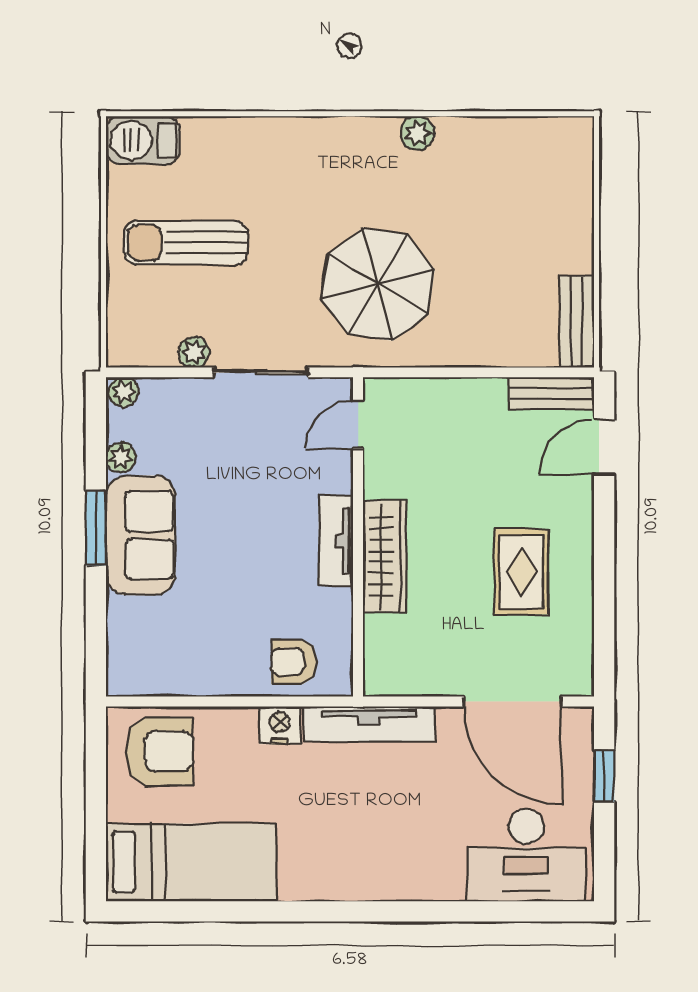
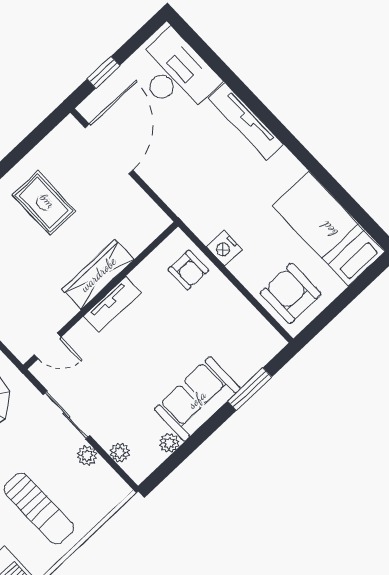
plant: (123, 392) -> (120, 453), moved
window: (96, 528) -> (250, 389), moved
rug: (521, 572) -> (44, 203), turned 90
tv unit: (369, 724) -> (246, 121), moved, turned 180

